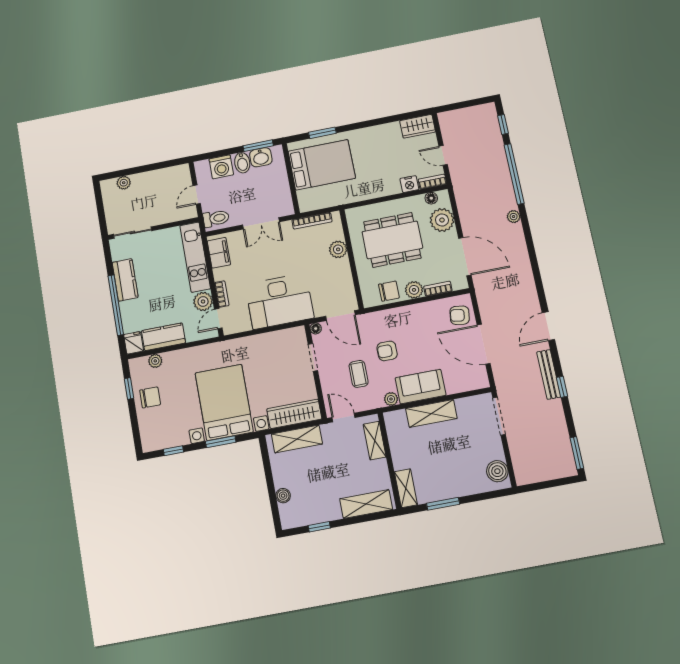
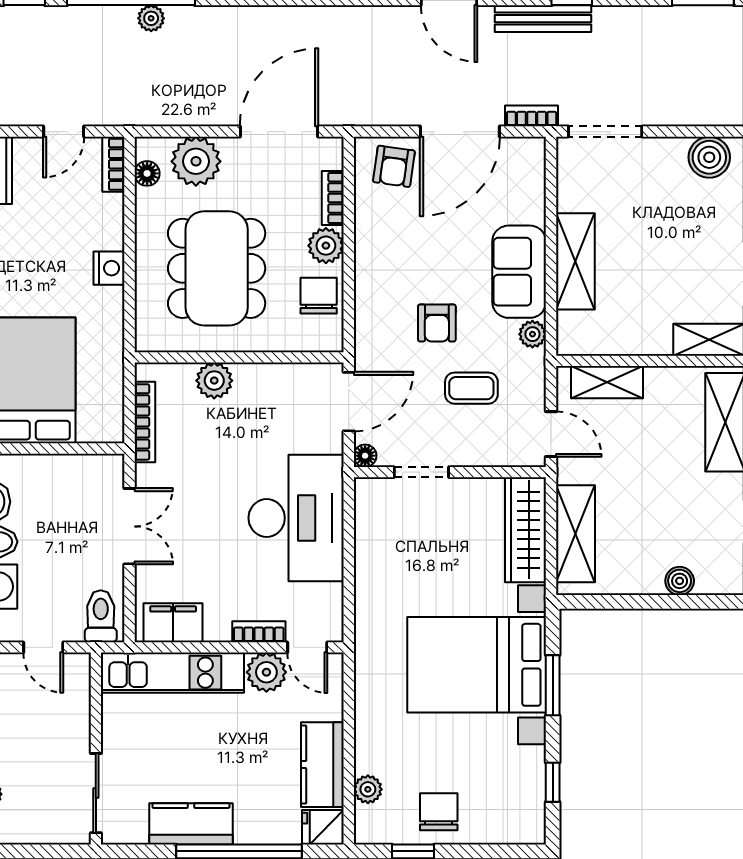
nightstand: (409, 184) -> (109, 268), moved
plant: (514, 217) -> (151, 18), moved
bookcase: (499, 378) -> (532, 116), added
door: (344, 418) -> (551, 434), swing flipped

